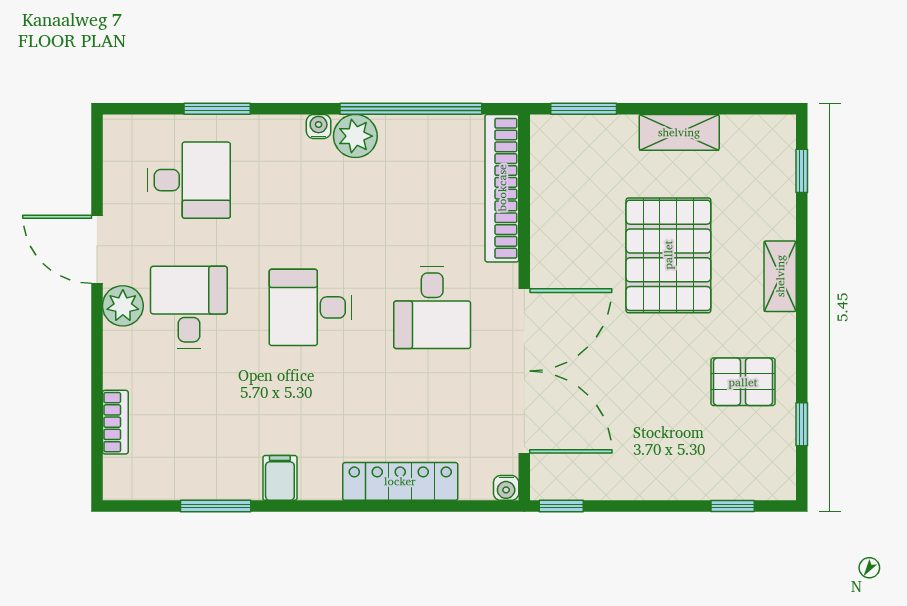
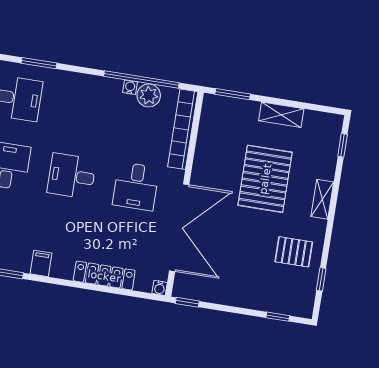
water cooler: (319, 126) -> (130, 87), moved
plant: (355, 136) -> (149, 95), moved

